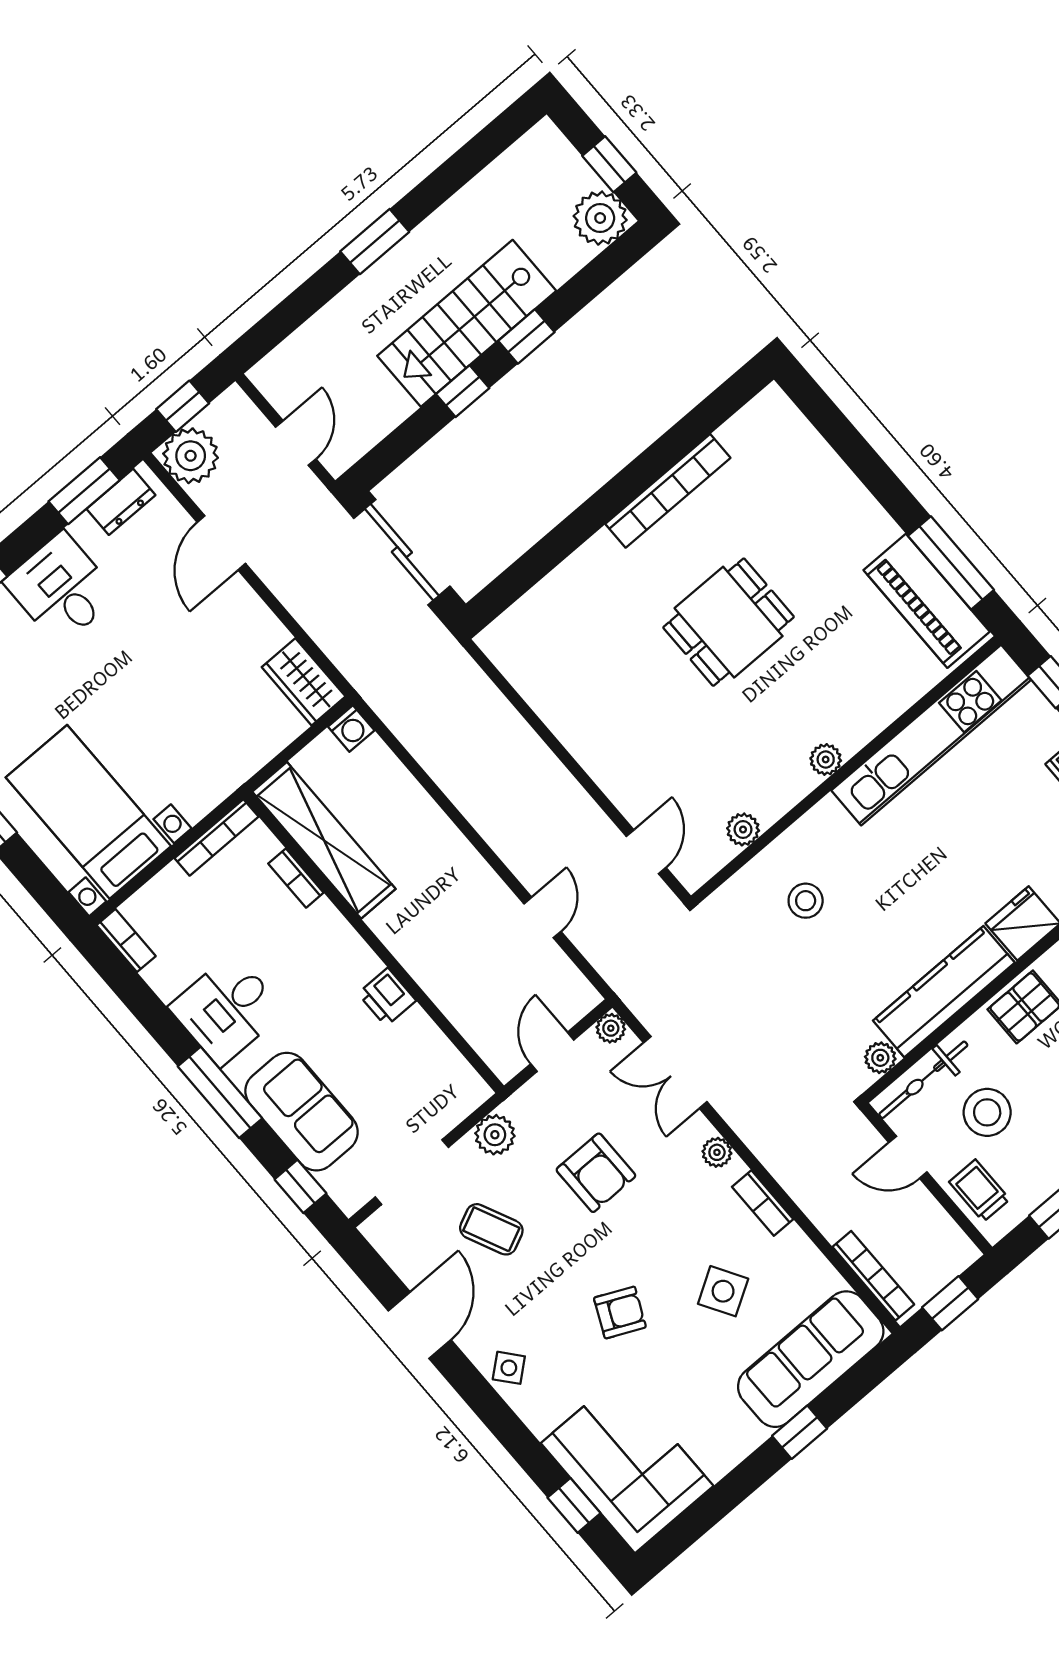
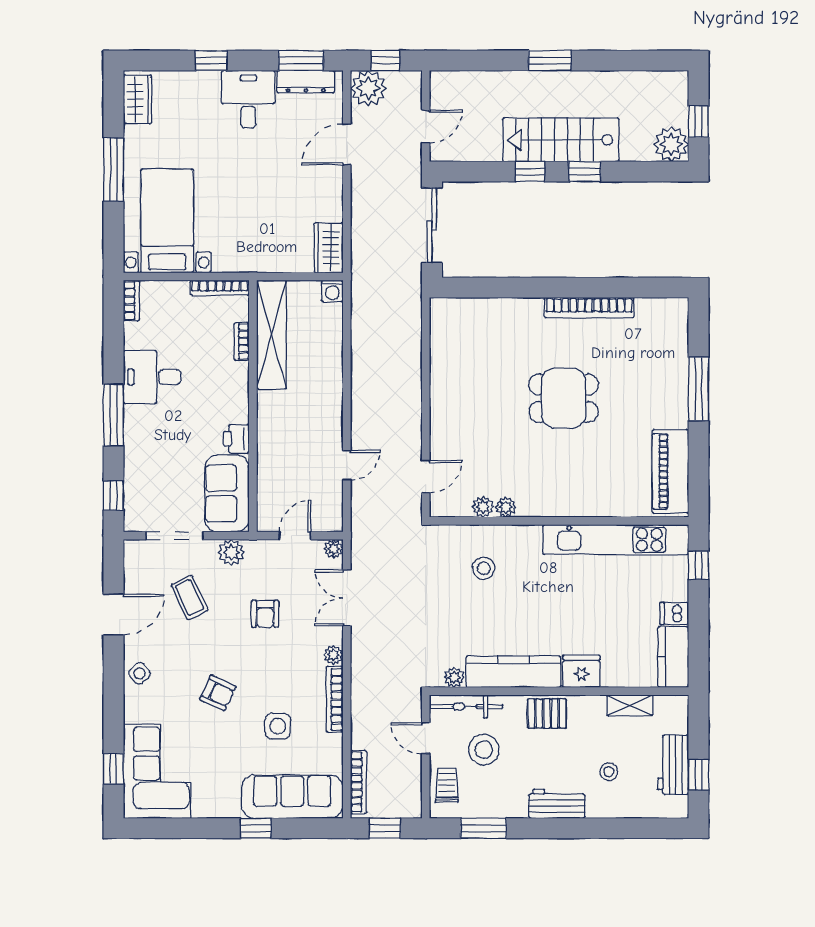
dresser: (121, 502) -> (306, 82), width x1.44
window: (951, 563) -> (698, 389), moved
plant: (826, 759) -> (506, 507), moved
sofa: (302, 1112) -> (227, 493), moved, turned 180
armchair: (596, 1173) -> (265, 614), width x0.72, depth x0.72
bookcase: (763, 1203) -> (335, 699), width x1.56
side table: (723, 1291) -> (278, 726), turned 31

